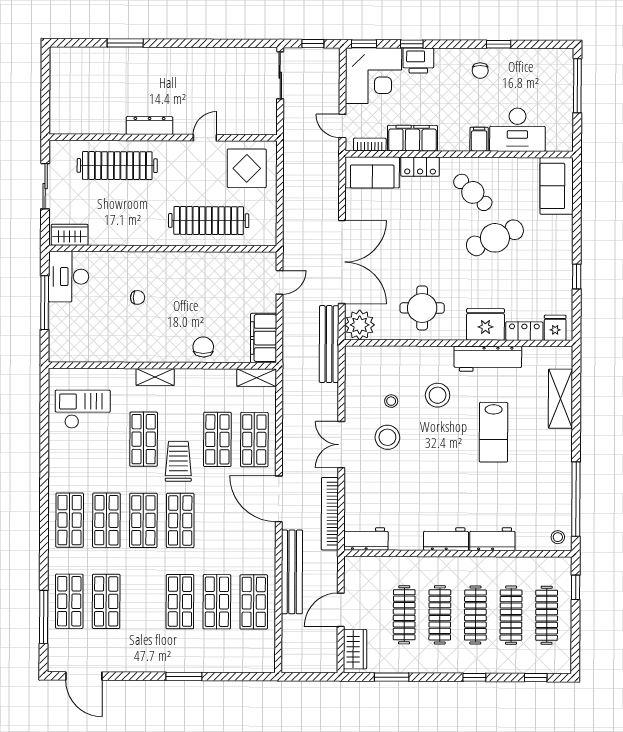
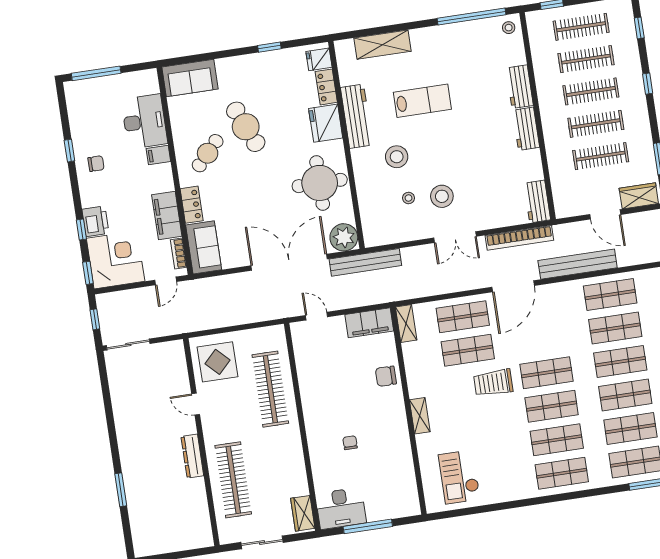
round table: (422, 308) -> (320, 183), width x1.36, depth x1.36
shop shelf: (144, 439) -> (625, 395), moved

